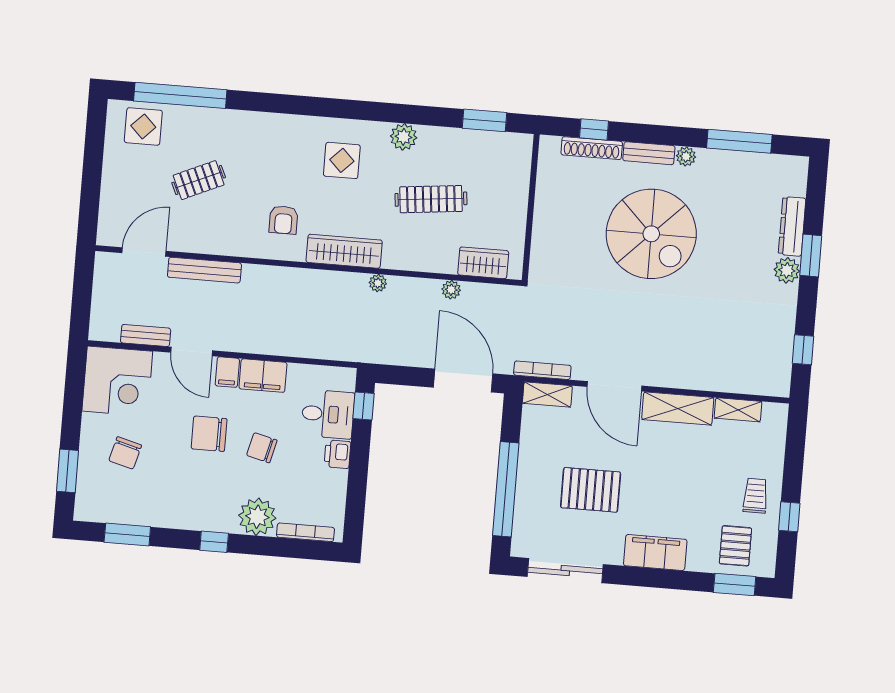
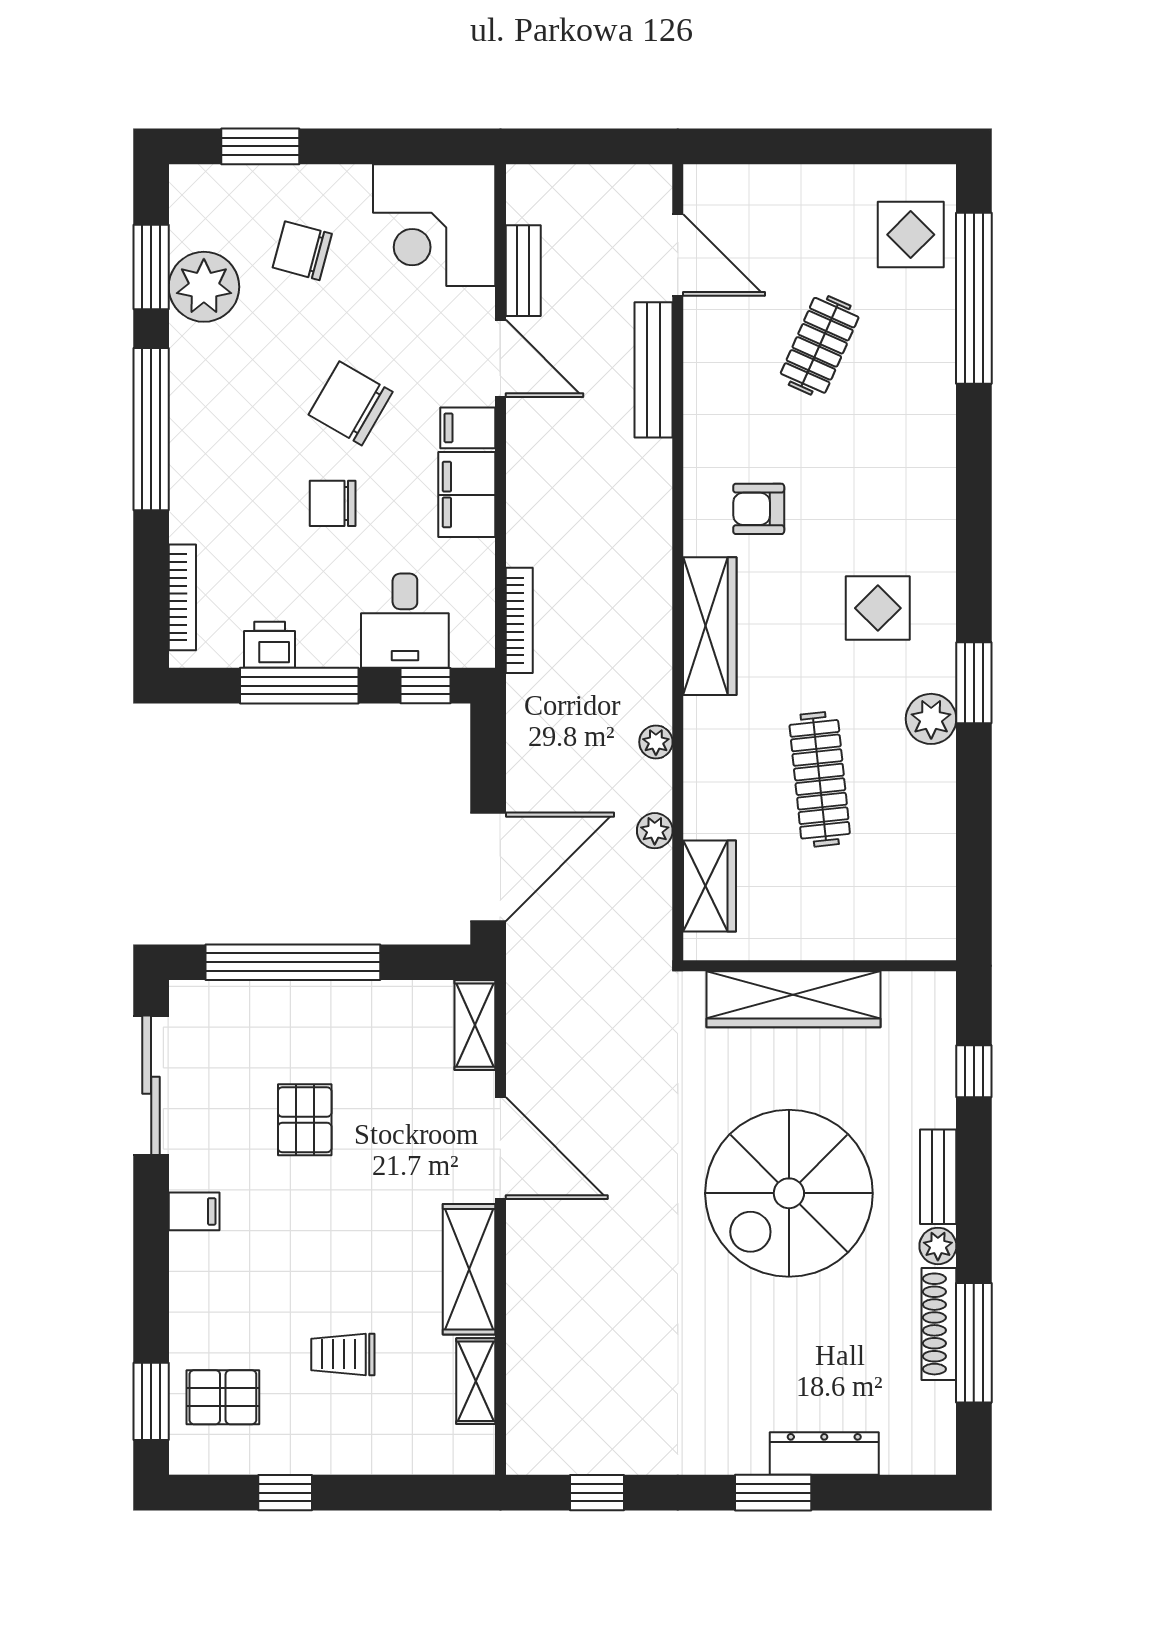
window: (484, 120) -> (974, 683), moved
shoe rack: (592, 148) -> (939, 1324), moved
clothes rail: (199, 180) -> (820, 345), turned 48
wardrobe: (548, 223) -> (794, 999), added
plant: (787, 270) -> (742, 1450), removed
plant: (378, 283) -> (656, 742), moved
door: (192, 352) -> (500, 358), swing flipped
bookcase: (542, 370) -> (519, 620), moved
door: (614, 386) -> (500, 1148), swing flipped
chair: (209, 434) -> (351, 403), turned -60
chair: (262, 448) -> (333, 503), turned -104
printer: (337, 454) -> (270, 645), moved
window: (358, 474) -> (299, 686), added
pallet: (591, 490) -> (305, 1120), width x0.67, depth x0.71
trolley: (755, 496) -> (343, 1354), moved, turned 180
plant: (257, 517) -> (204, 287), moved
window: (214, 542) -> (151, 429), width x3.17
filing cabinet: (655, 553) -> (194, 1211), width x0.33, depth x0.86

